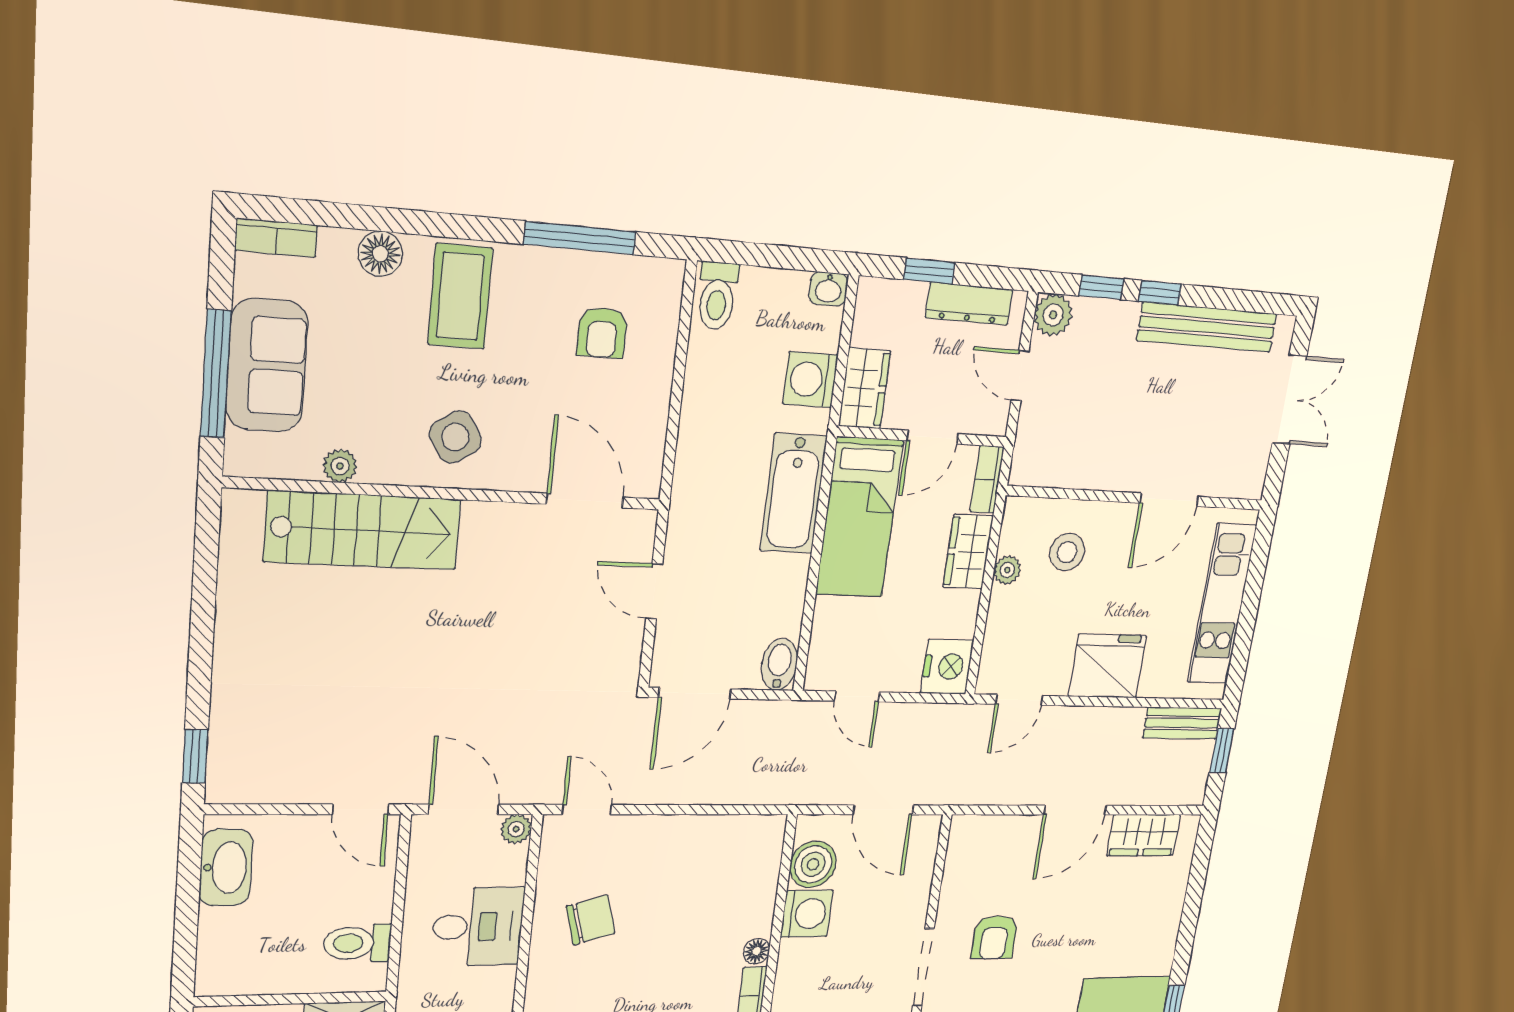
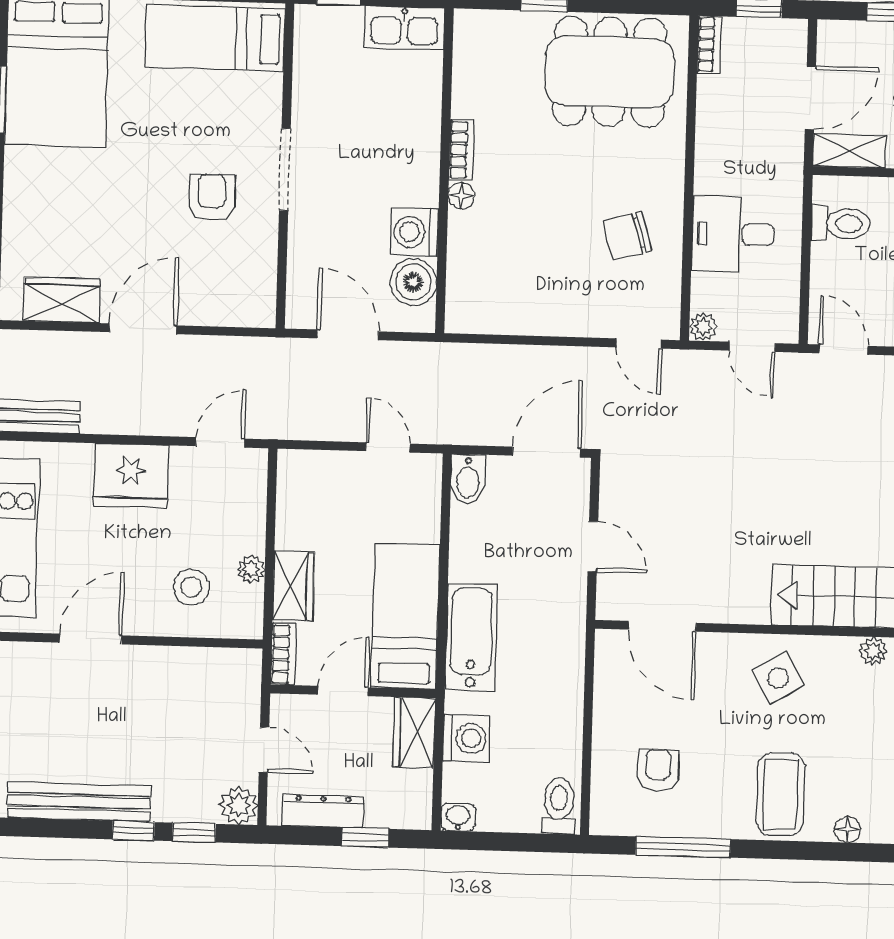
floor lamp: (380, 254) -> (847, 830), width x0.73, depth x0.73
nightstand: (947, 667) -> (300, 476), removed
door: (463, 809) -> (752, 347), width x0.73

